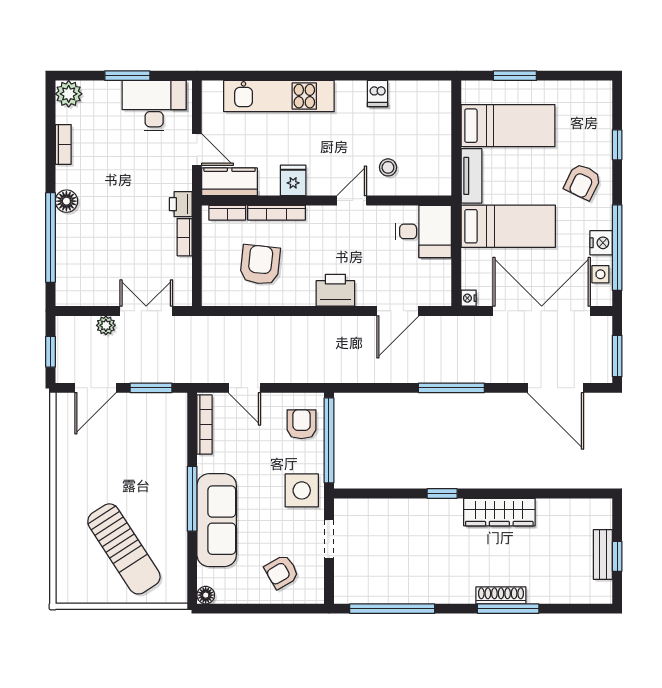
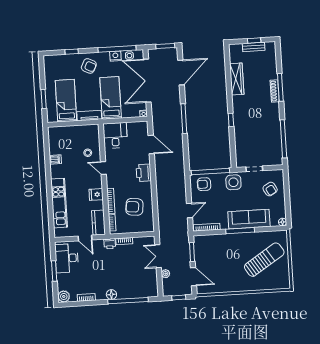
door: (197, 150) -> (85, 238), swing flipped
wardrobe: (499, 512) -> (237, 79), moved

